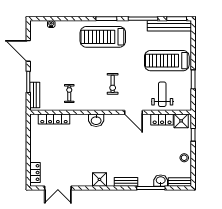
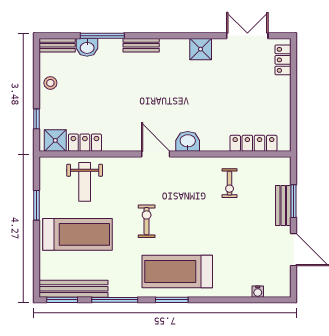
treadmill: (103, 37) -> (177, 271), turned 180
exercise bike: (113, 84) -> (147, 221), moved
bench: (35, 95) -> (283, 205), moved
door: (133, 112) -> (156, 154), moved
shower: (99, 179) -> (201, 49), moved

